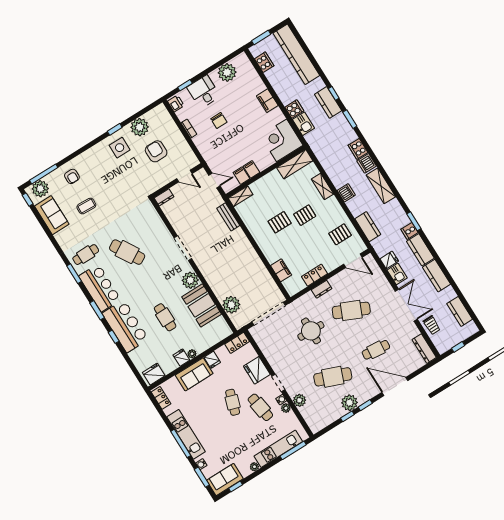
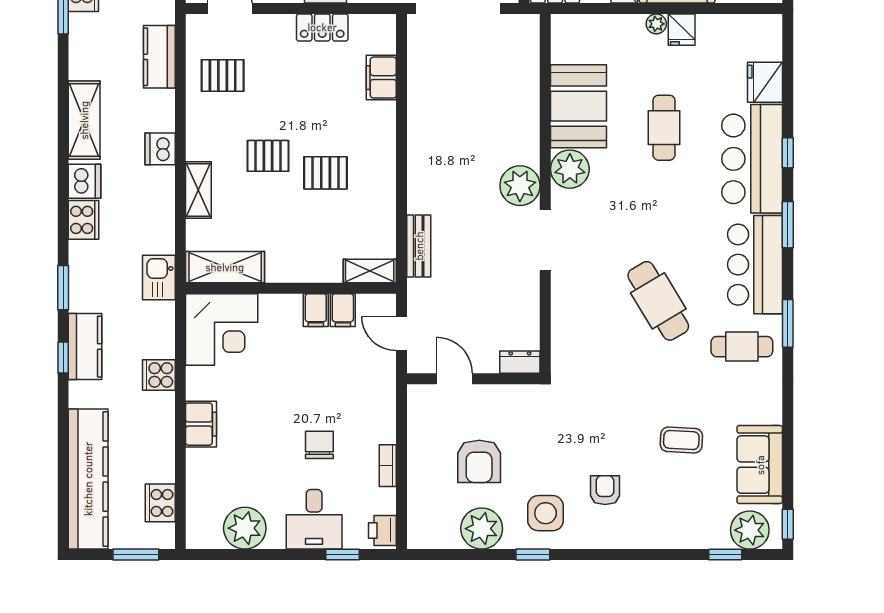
kitchen sink: (304, 124) -> (159, 277), moved
window: (44, 174) -> (725, 555), width x0.46
armchair: (72, 176) -> (605, 490), moved
plant: (231, 305) -> (520, 186), moved
fridge: (154, 374) -> (765, 82), moved, turned 90

